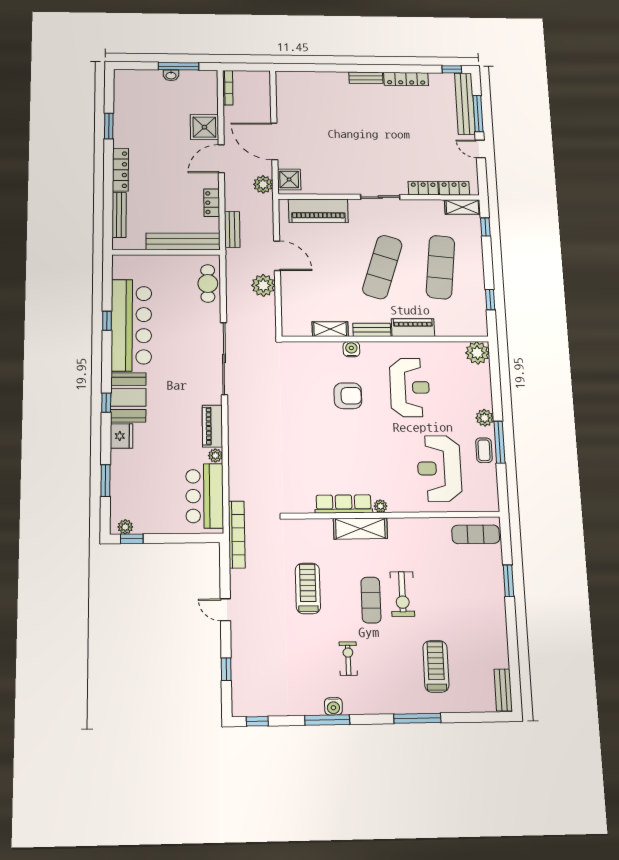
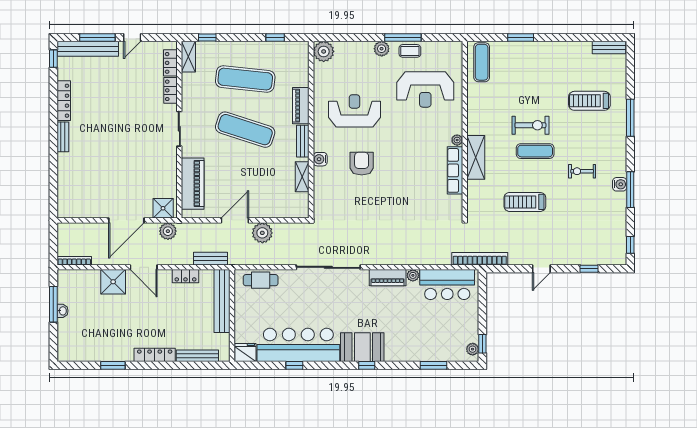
fridge: (122, 436) -> (245, 353), moved

